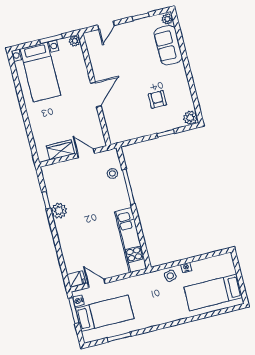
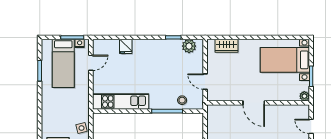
wardrobe: (60, 150) -> (227, 46), moved, turned 90
door: (86, 153) -> (205, 82), swing flipped
plant: (59, 211) -> (189, 46), moved
fridge: (76, 279) -> (126, 46), moved

